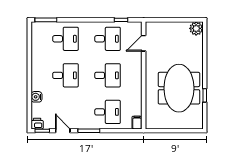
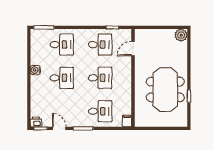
water cooler: (36, 97) -> (35, 70), moved

